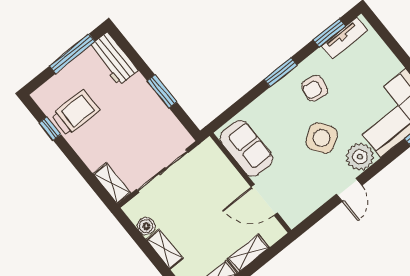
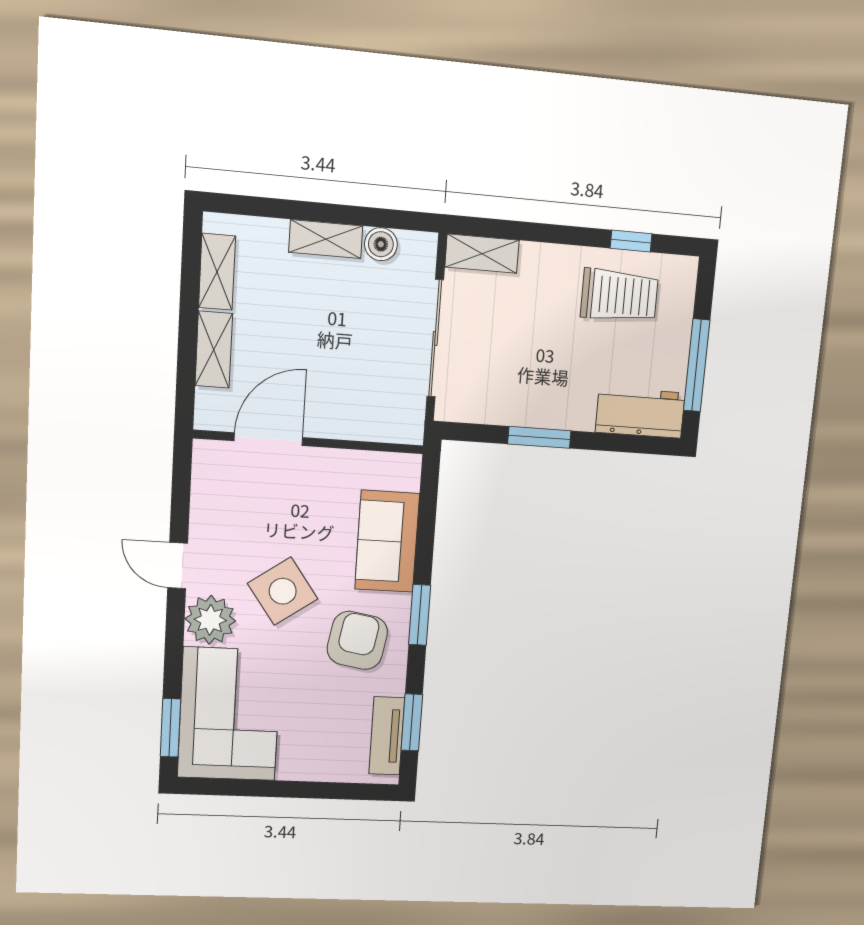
armchair: (315, 88) -> (357, 640), width x1.38, depth x1.38
trolley: (75, 113) -> (619, 295), turned -90
sofa: (246, 148) -> (387, 541), moved, turned 90

